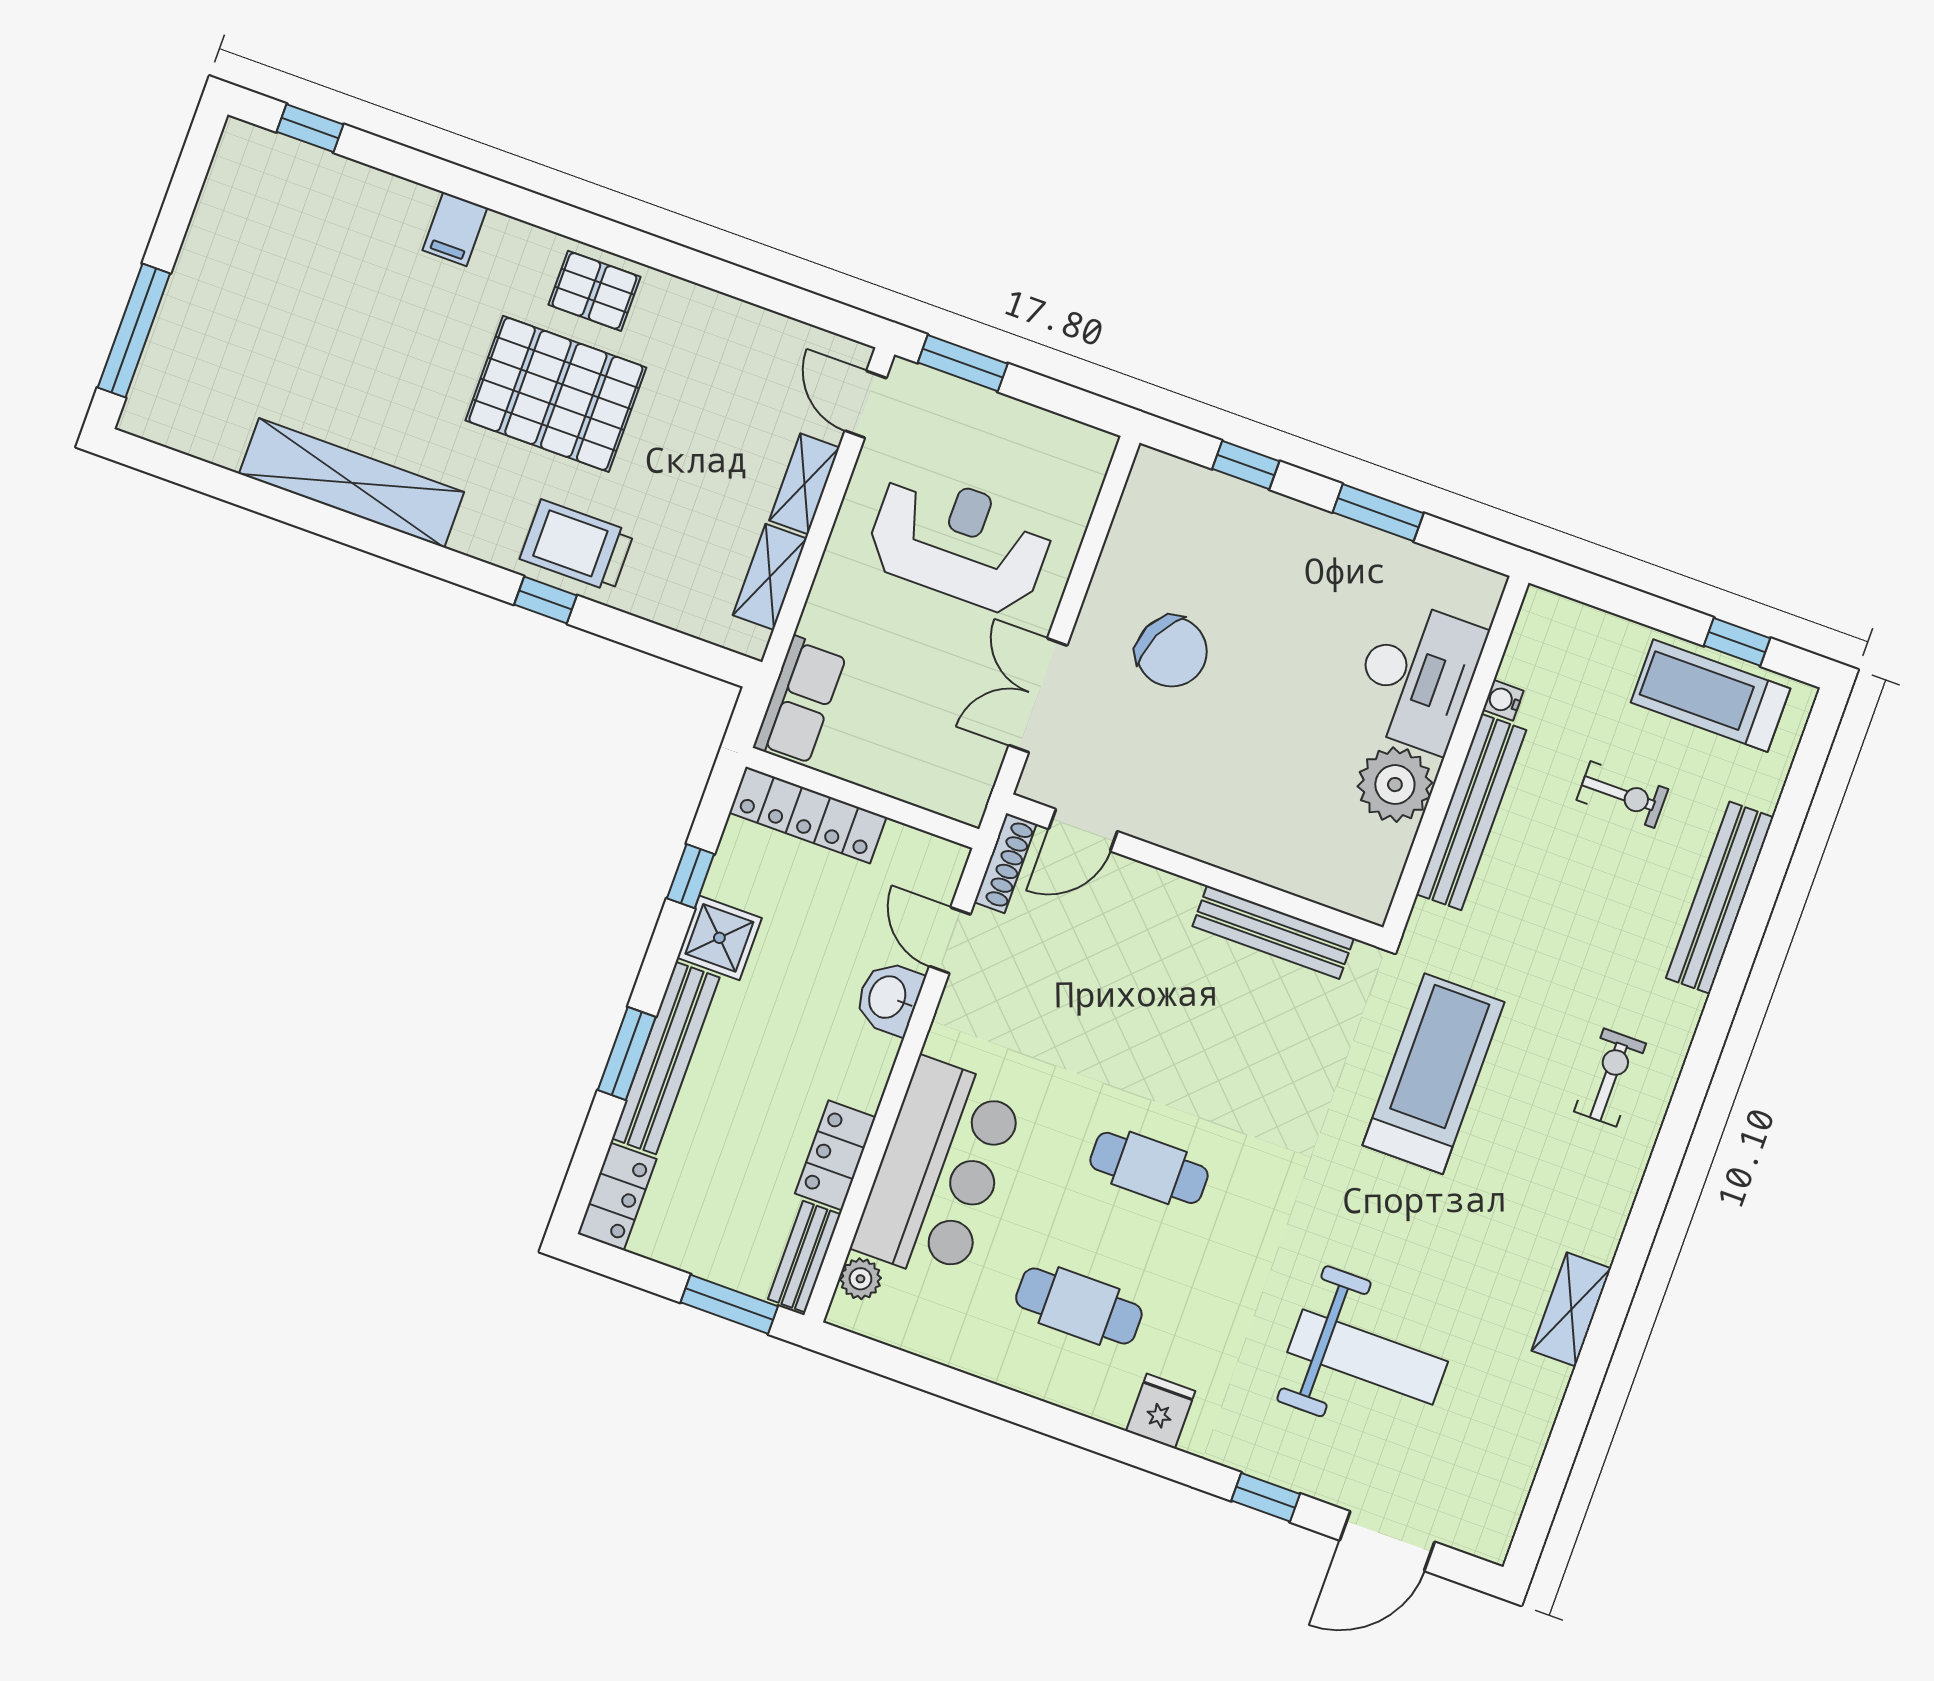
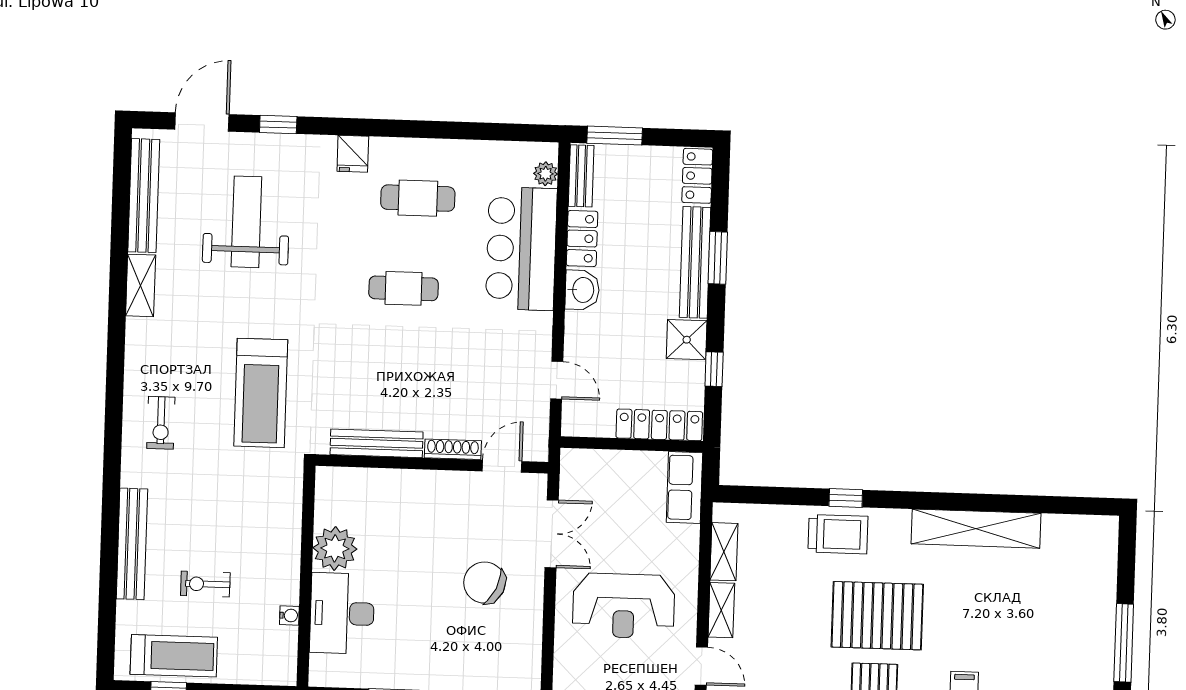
window: (134, 330) -> (1124, 643), moved
bench: (1471, 812) -> (144, 196), moved
shoe rack: (1005, 863) -> (453, 449), moved, turned 90
washbasin: (889, 998) -> (582, 290), moved
weight bench: (1368, 1357) -> (246, 222), turned 90

